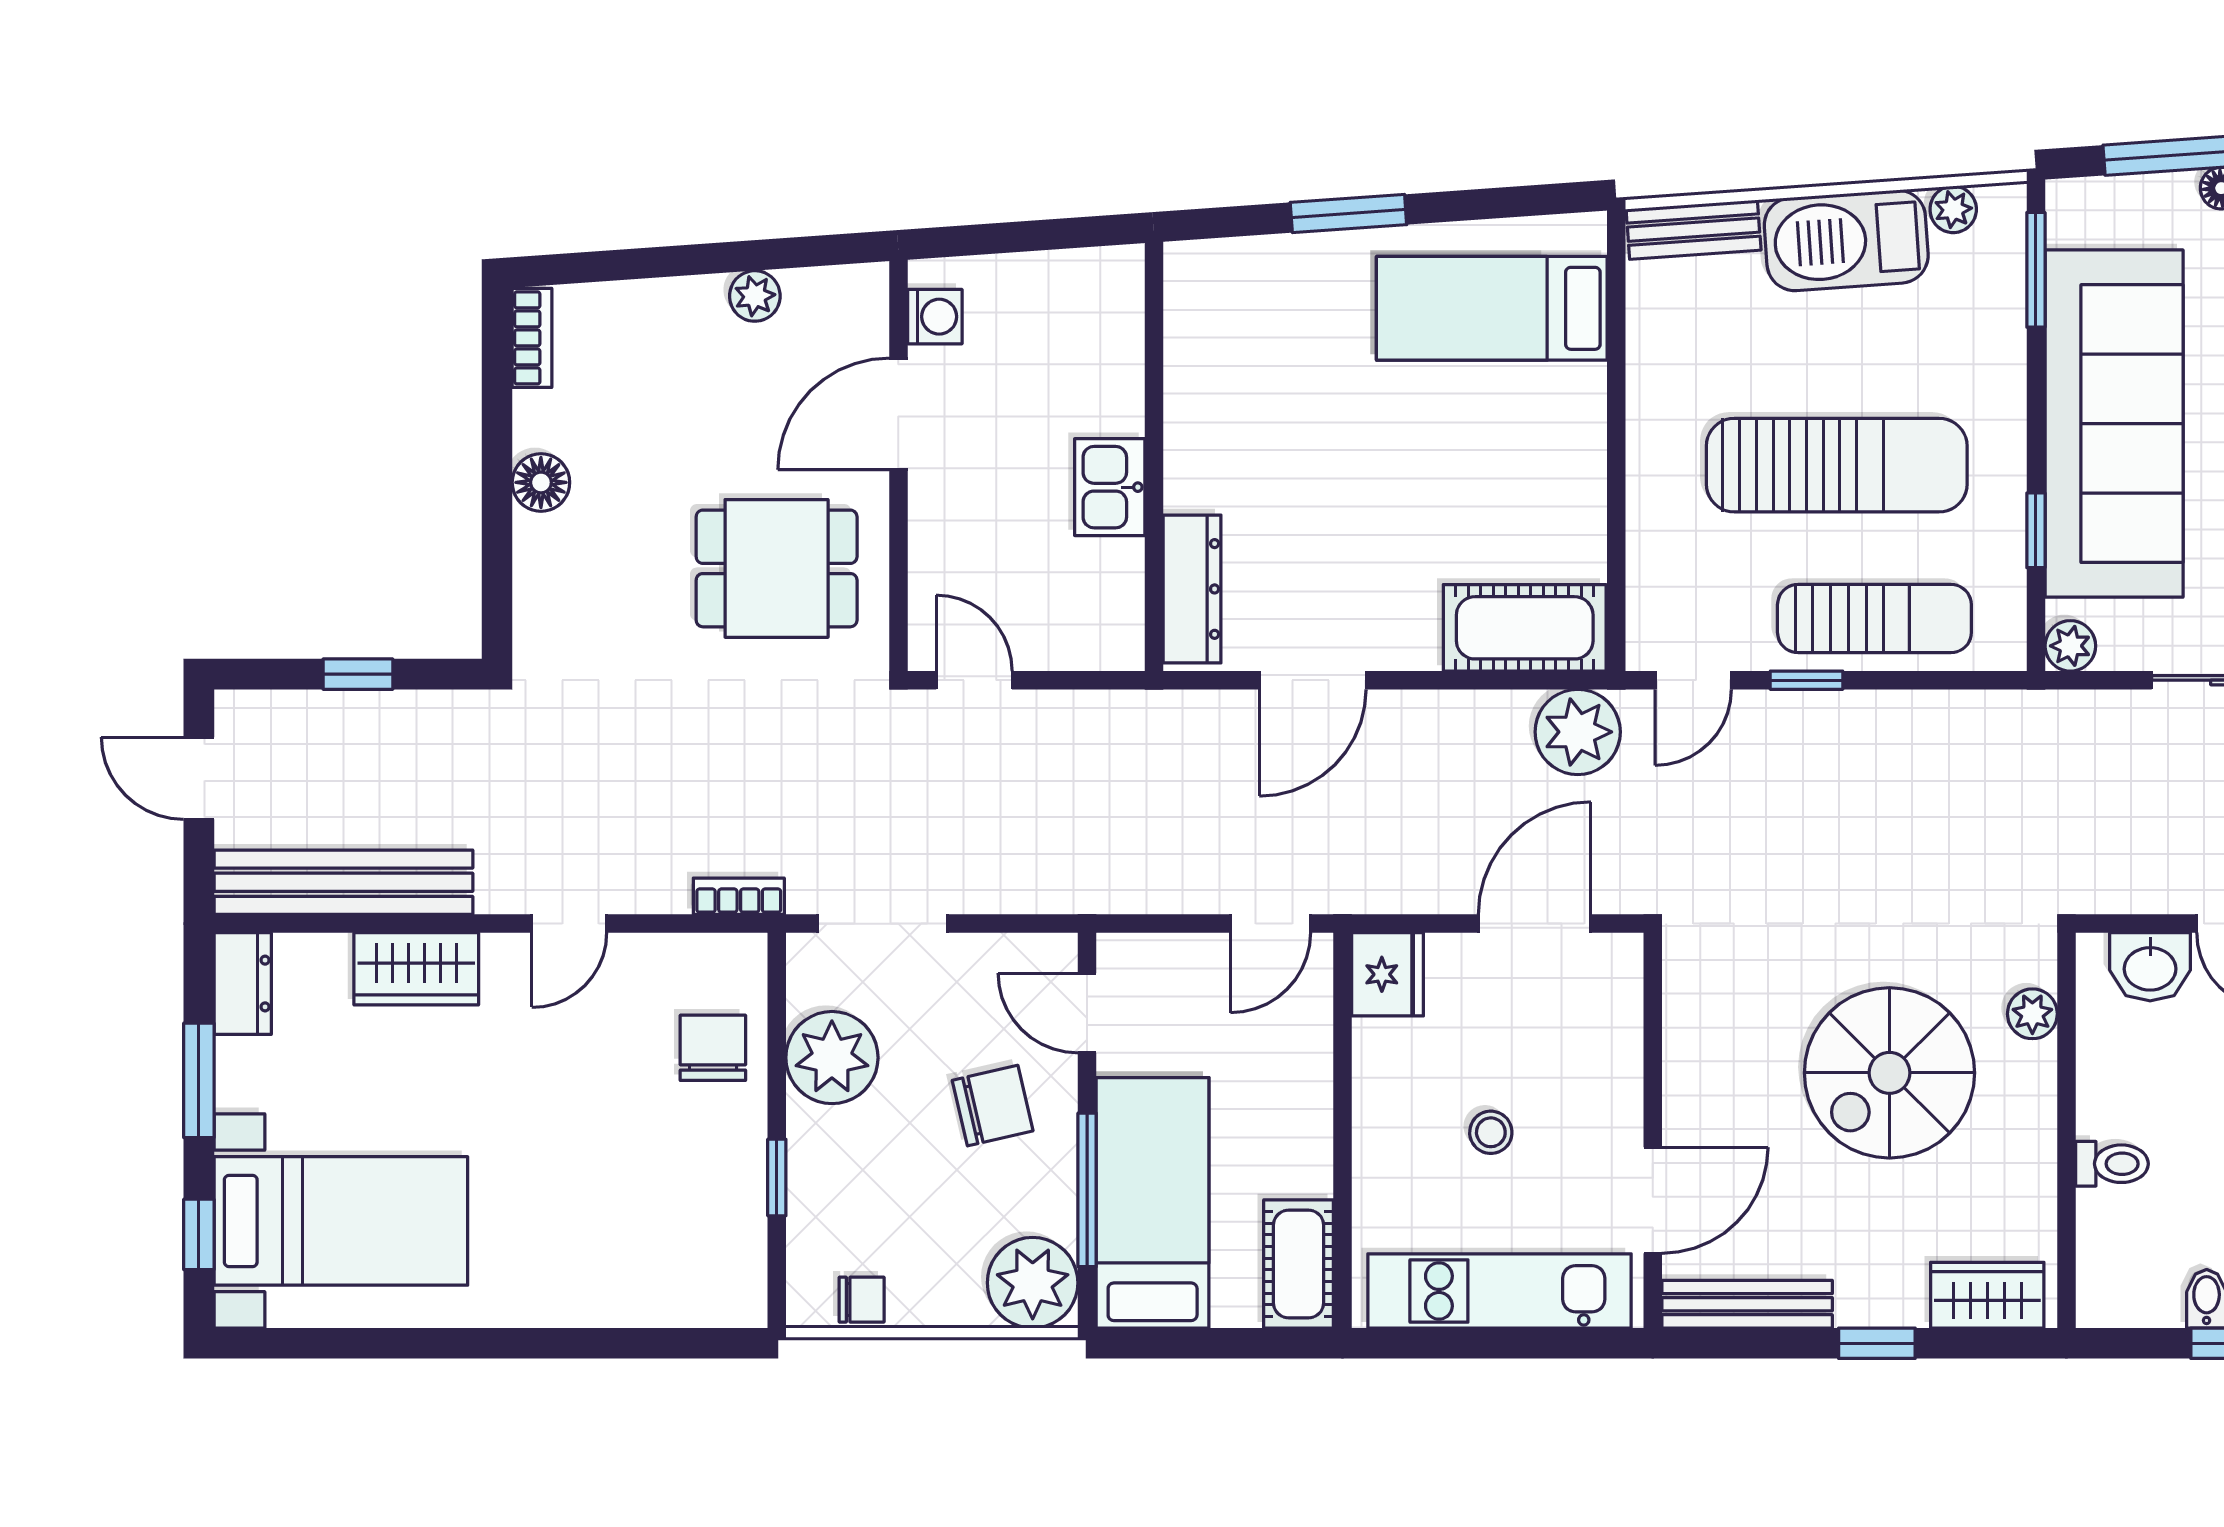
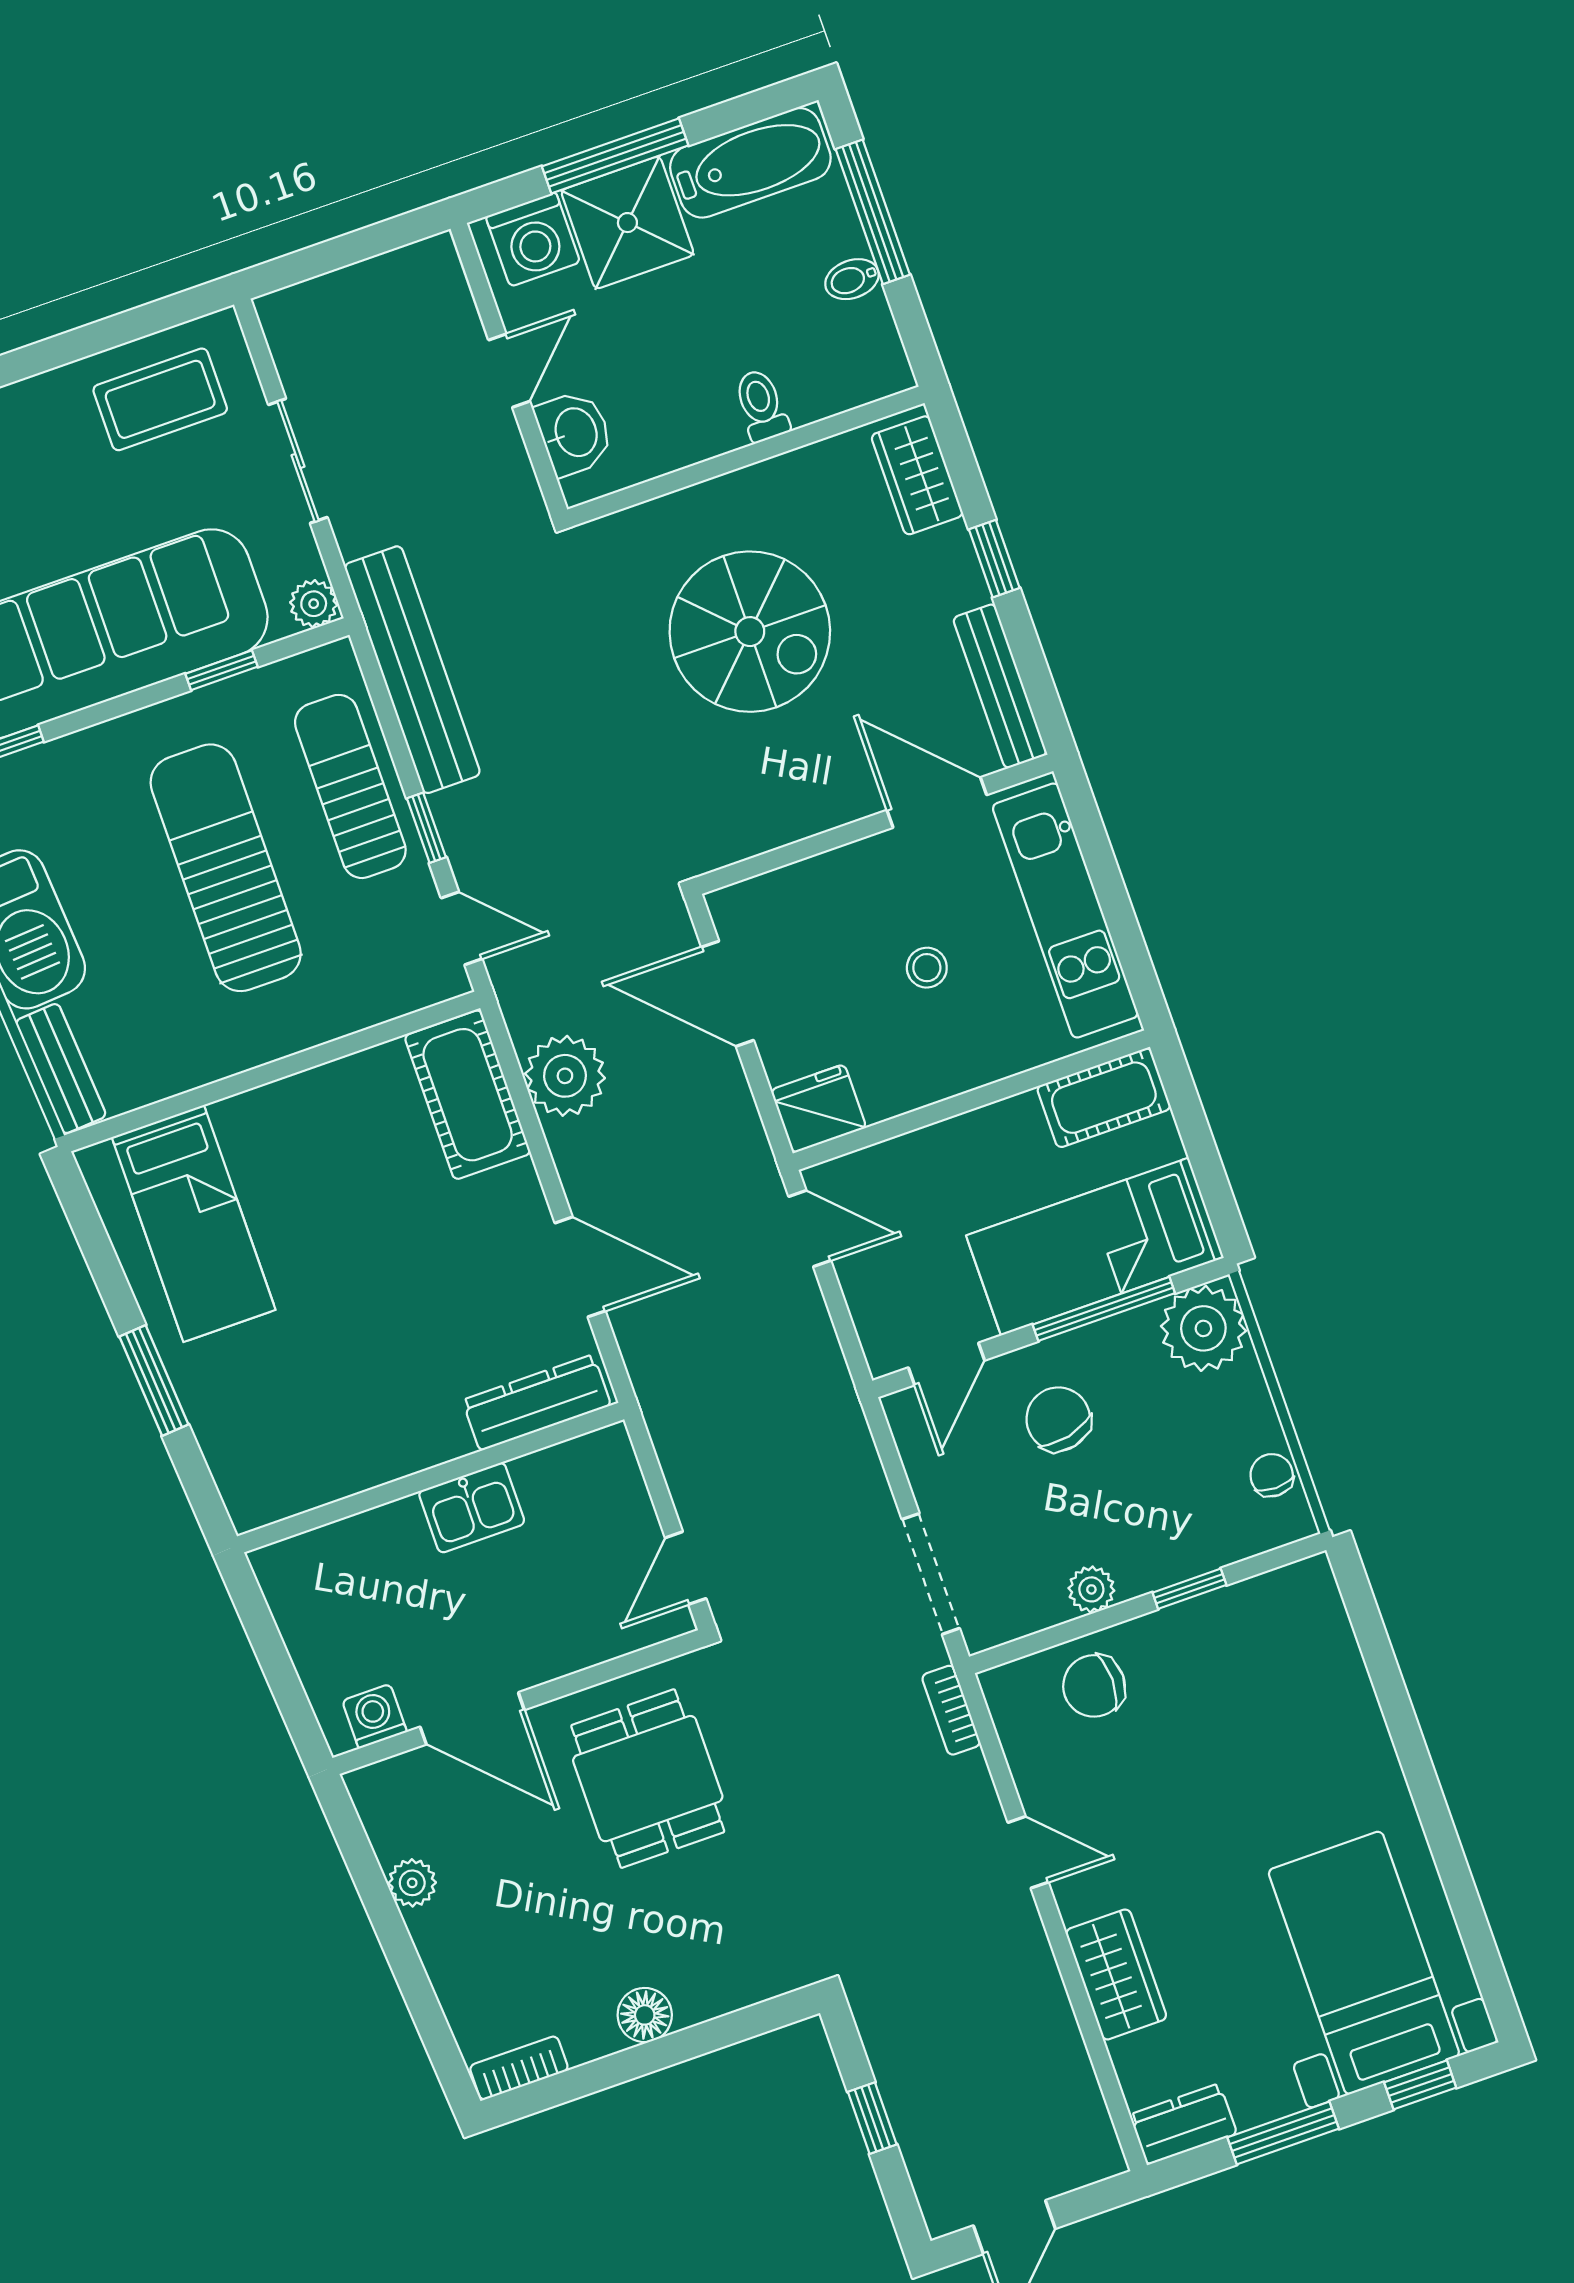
plant: (1578, 732) -> (565, 1076), moved
bench: (343, 882) -> (412, 670), moved
plant: (2032, 1014) -> (653, 523), removed
plant: (832, 1058) -> (1091, 1589), width x0.53, depth x0.53

